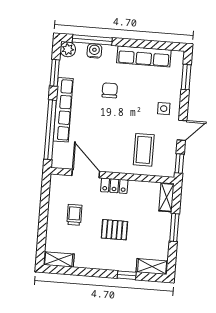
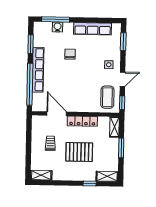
plant: (68, 49) -> (39, 27), removed
coffee table: (144, 150) -> (107, 97), moved
locker: (114, 186) -> (82, 121), width x1.53
pallet: (114, 230) -> (79, 152), width x1.50, depth x1.42

